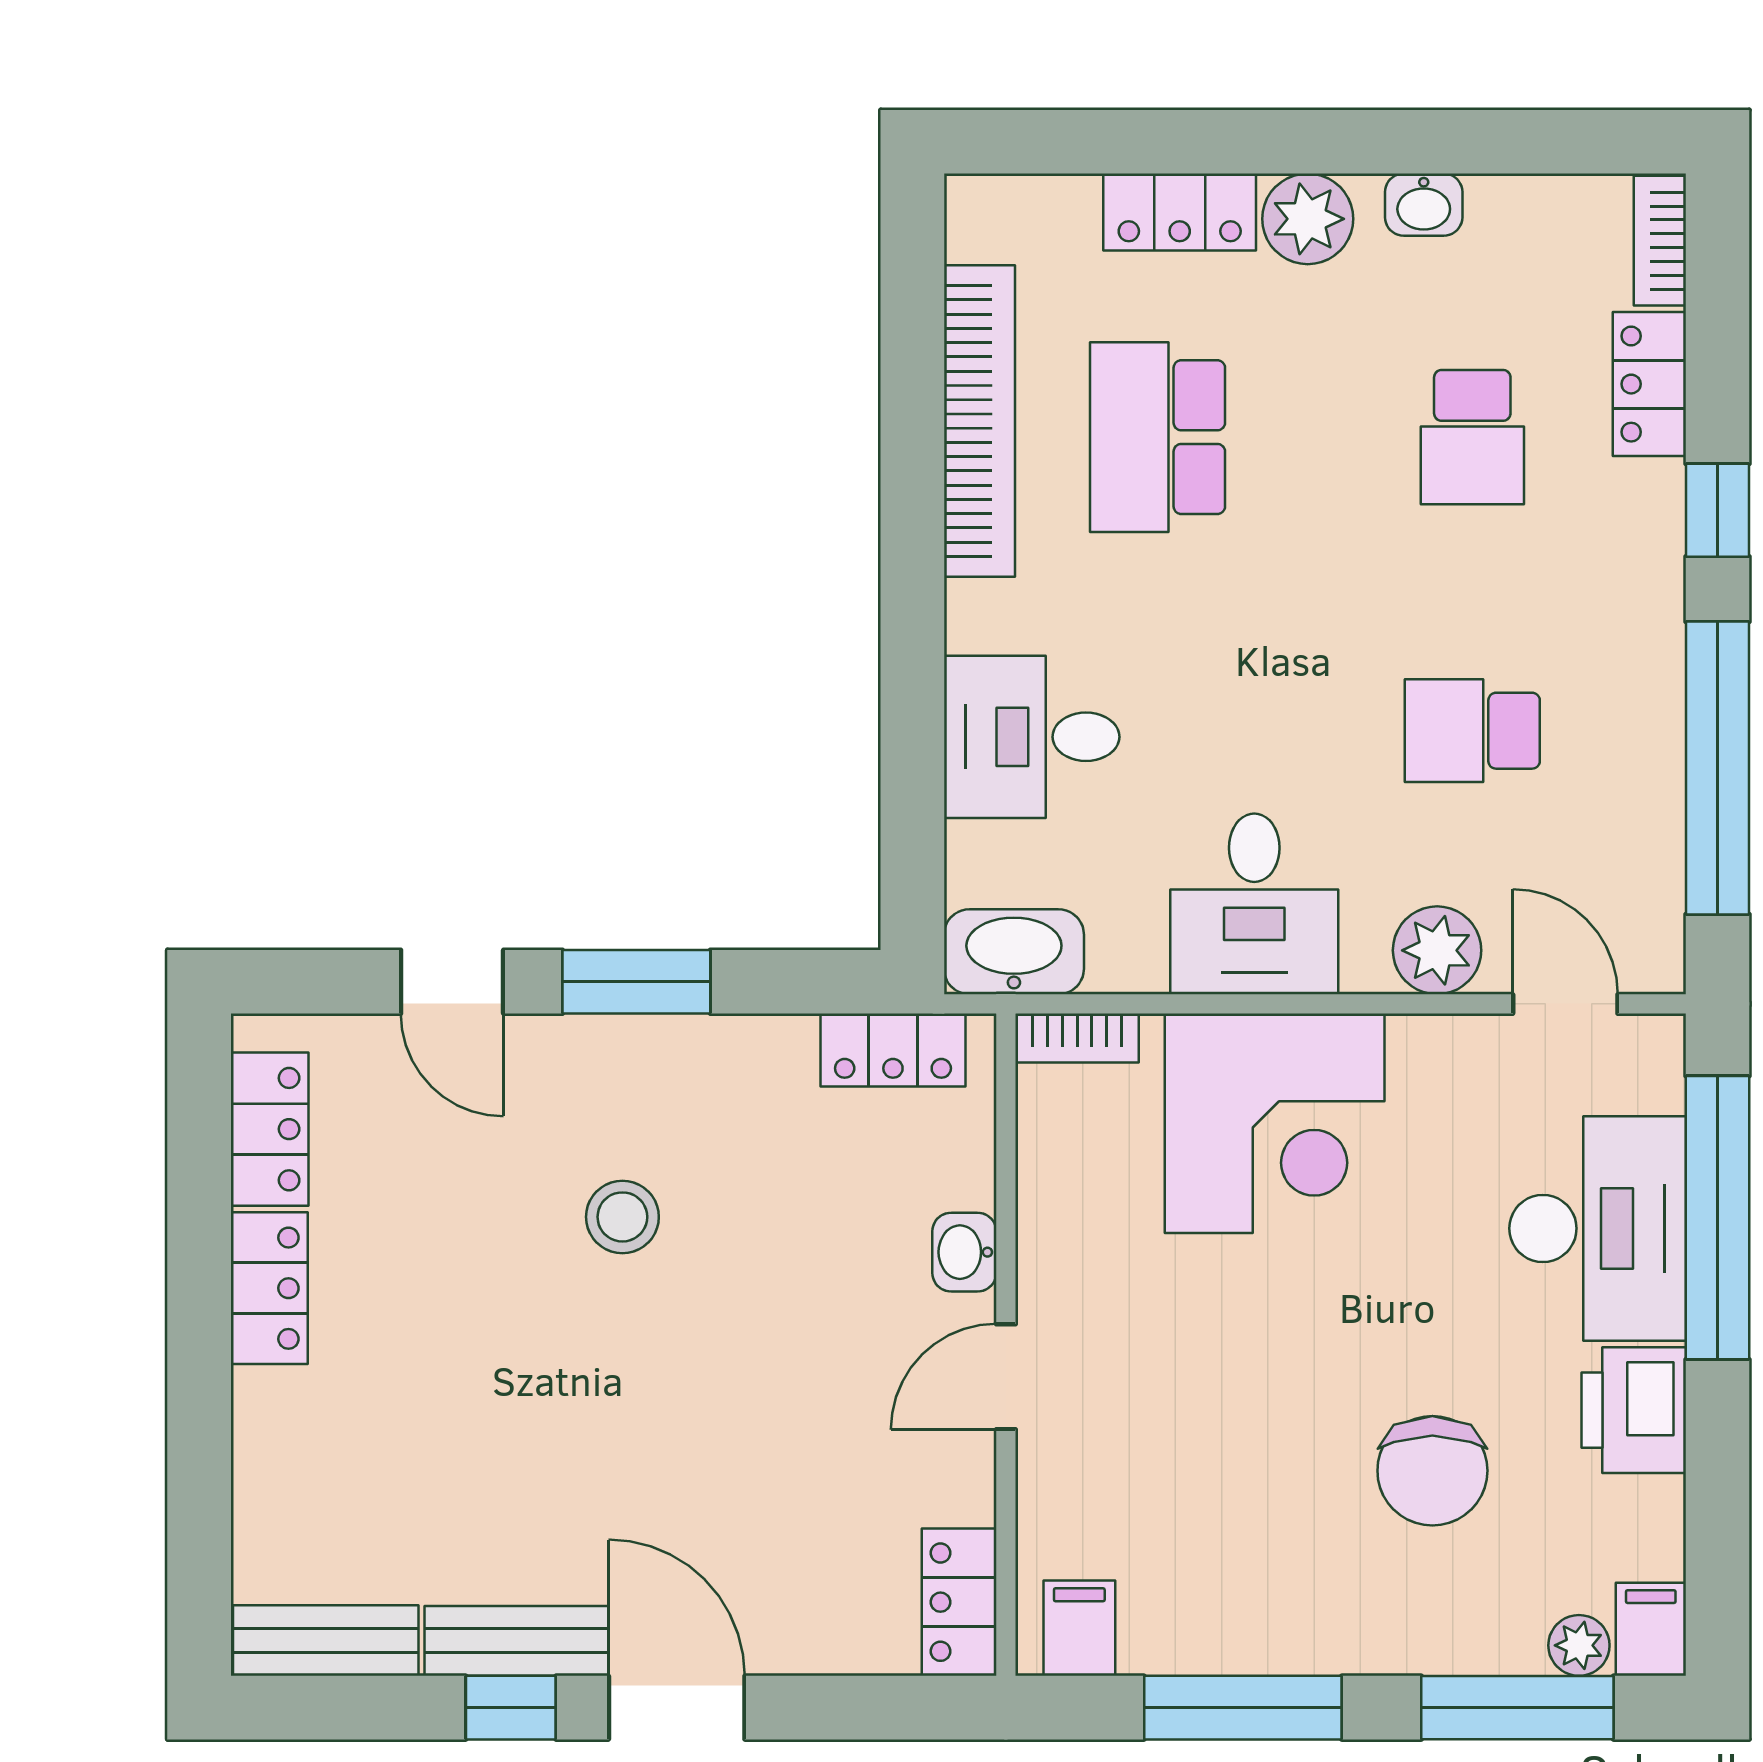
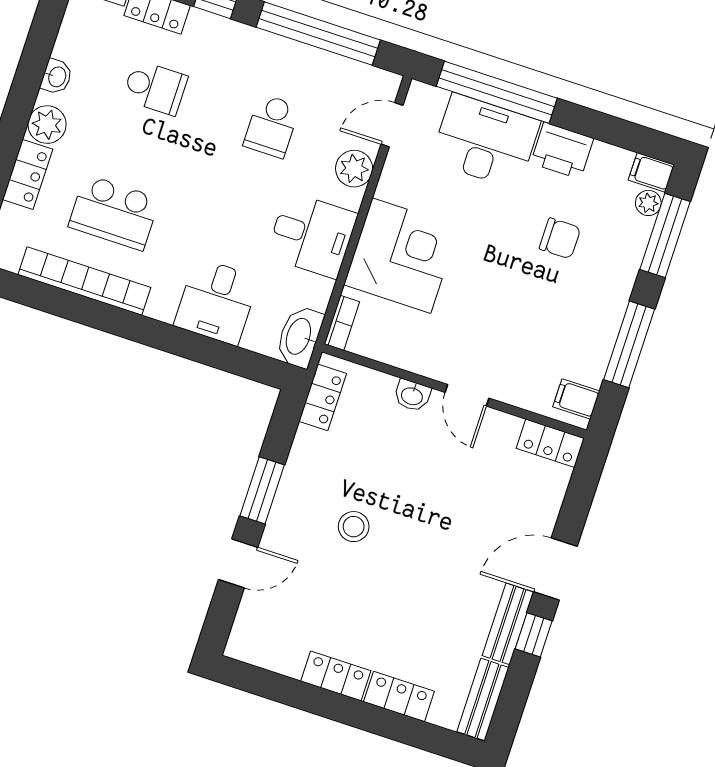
locker: (270, 1129) -> (399, 697), moved
chair: (1432, 1471) -> (560, 238), width x0.73, depth x0.73

